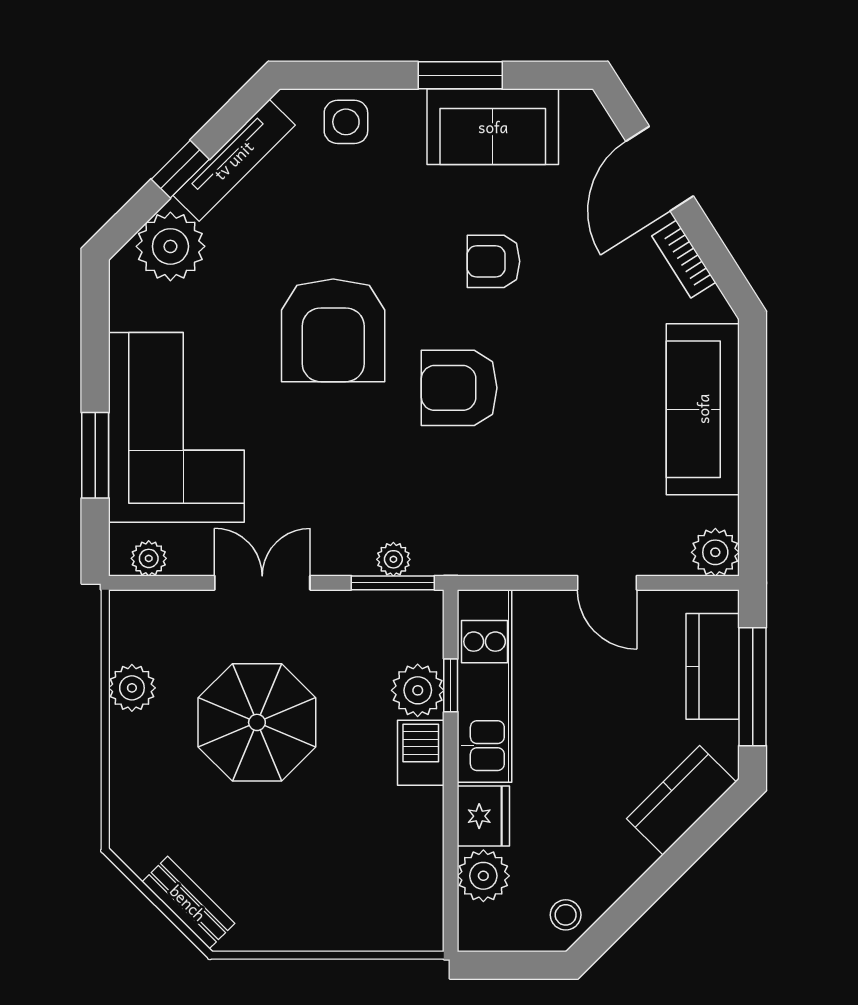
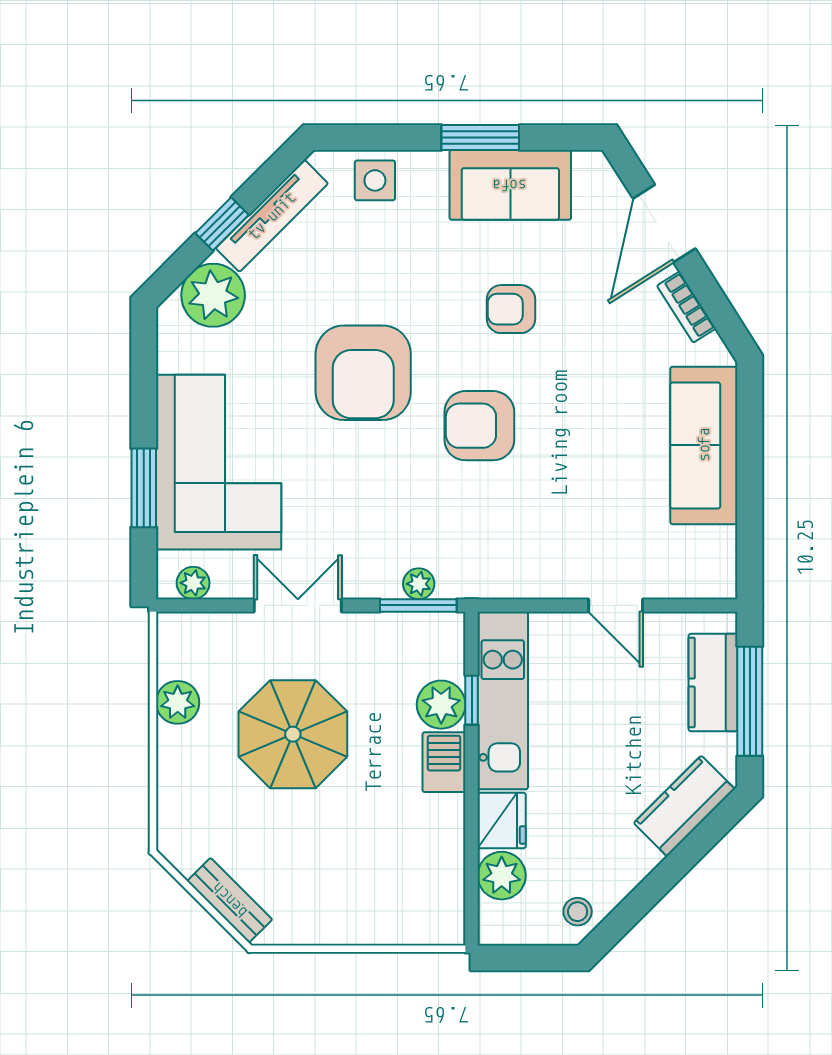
plant: (715, 552) -> (716, 577), removed

